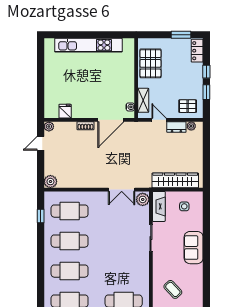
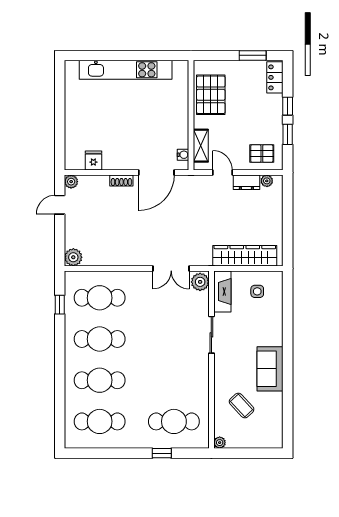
sofa: (194, 248) -> (270, 369), moved

